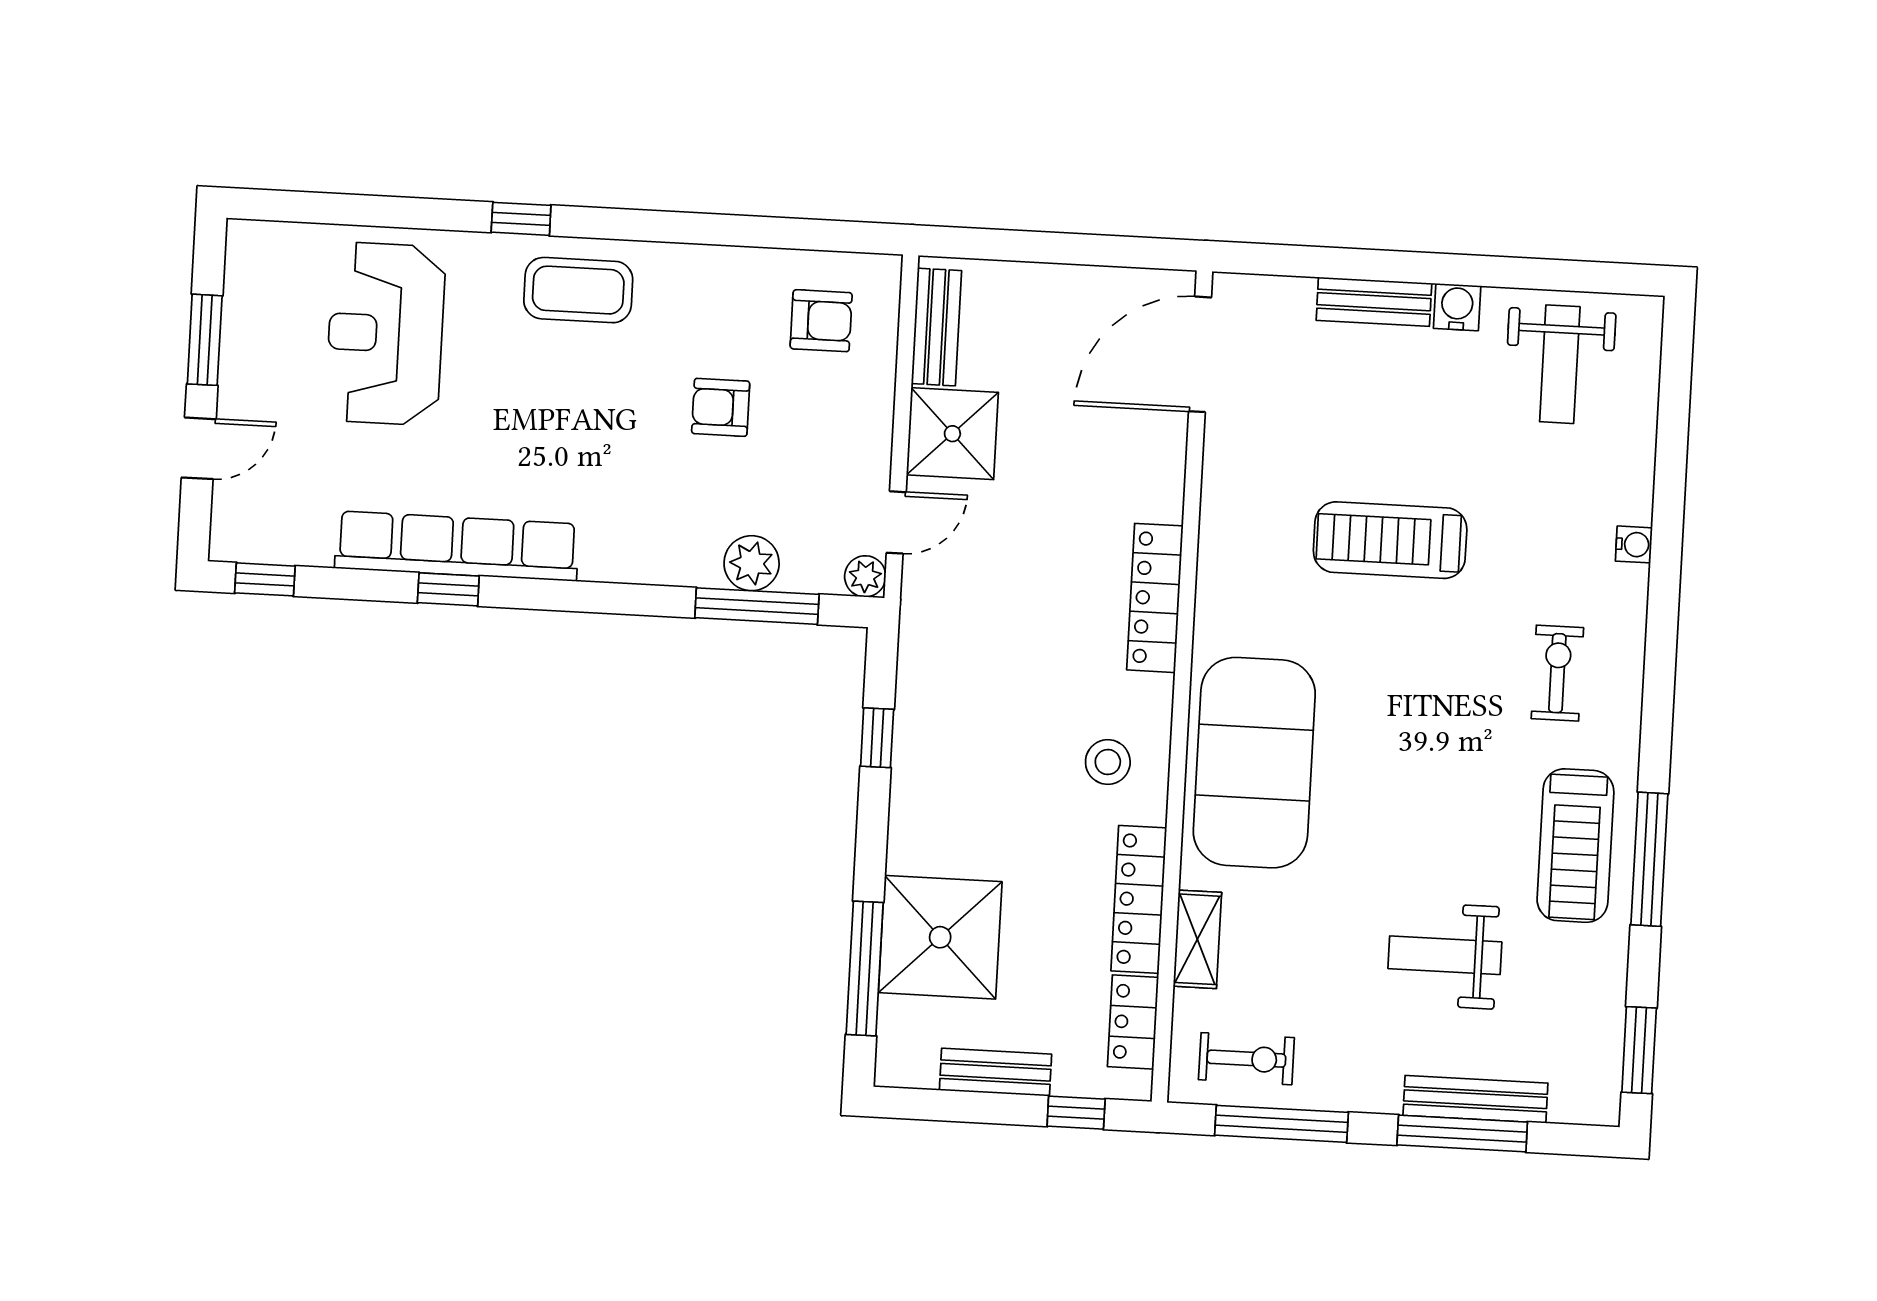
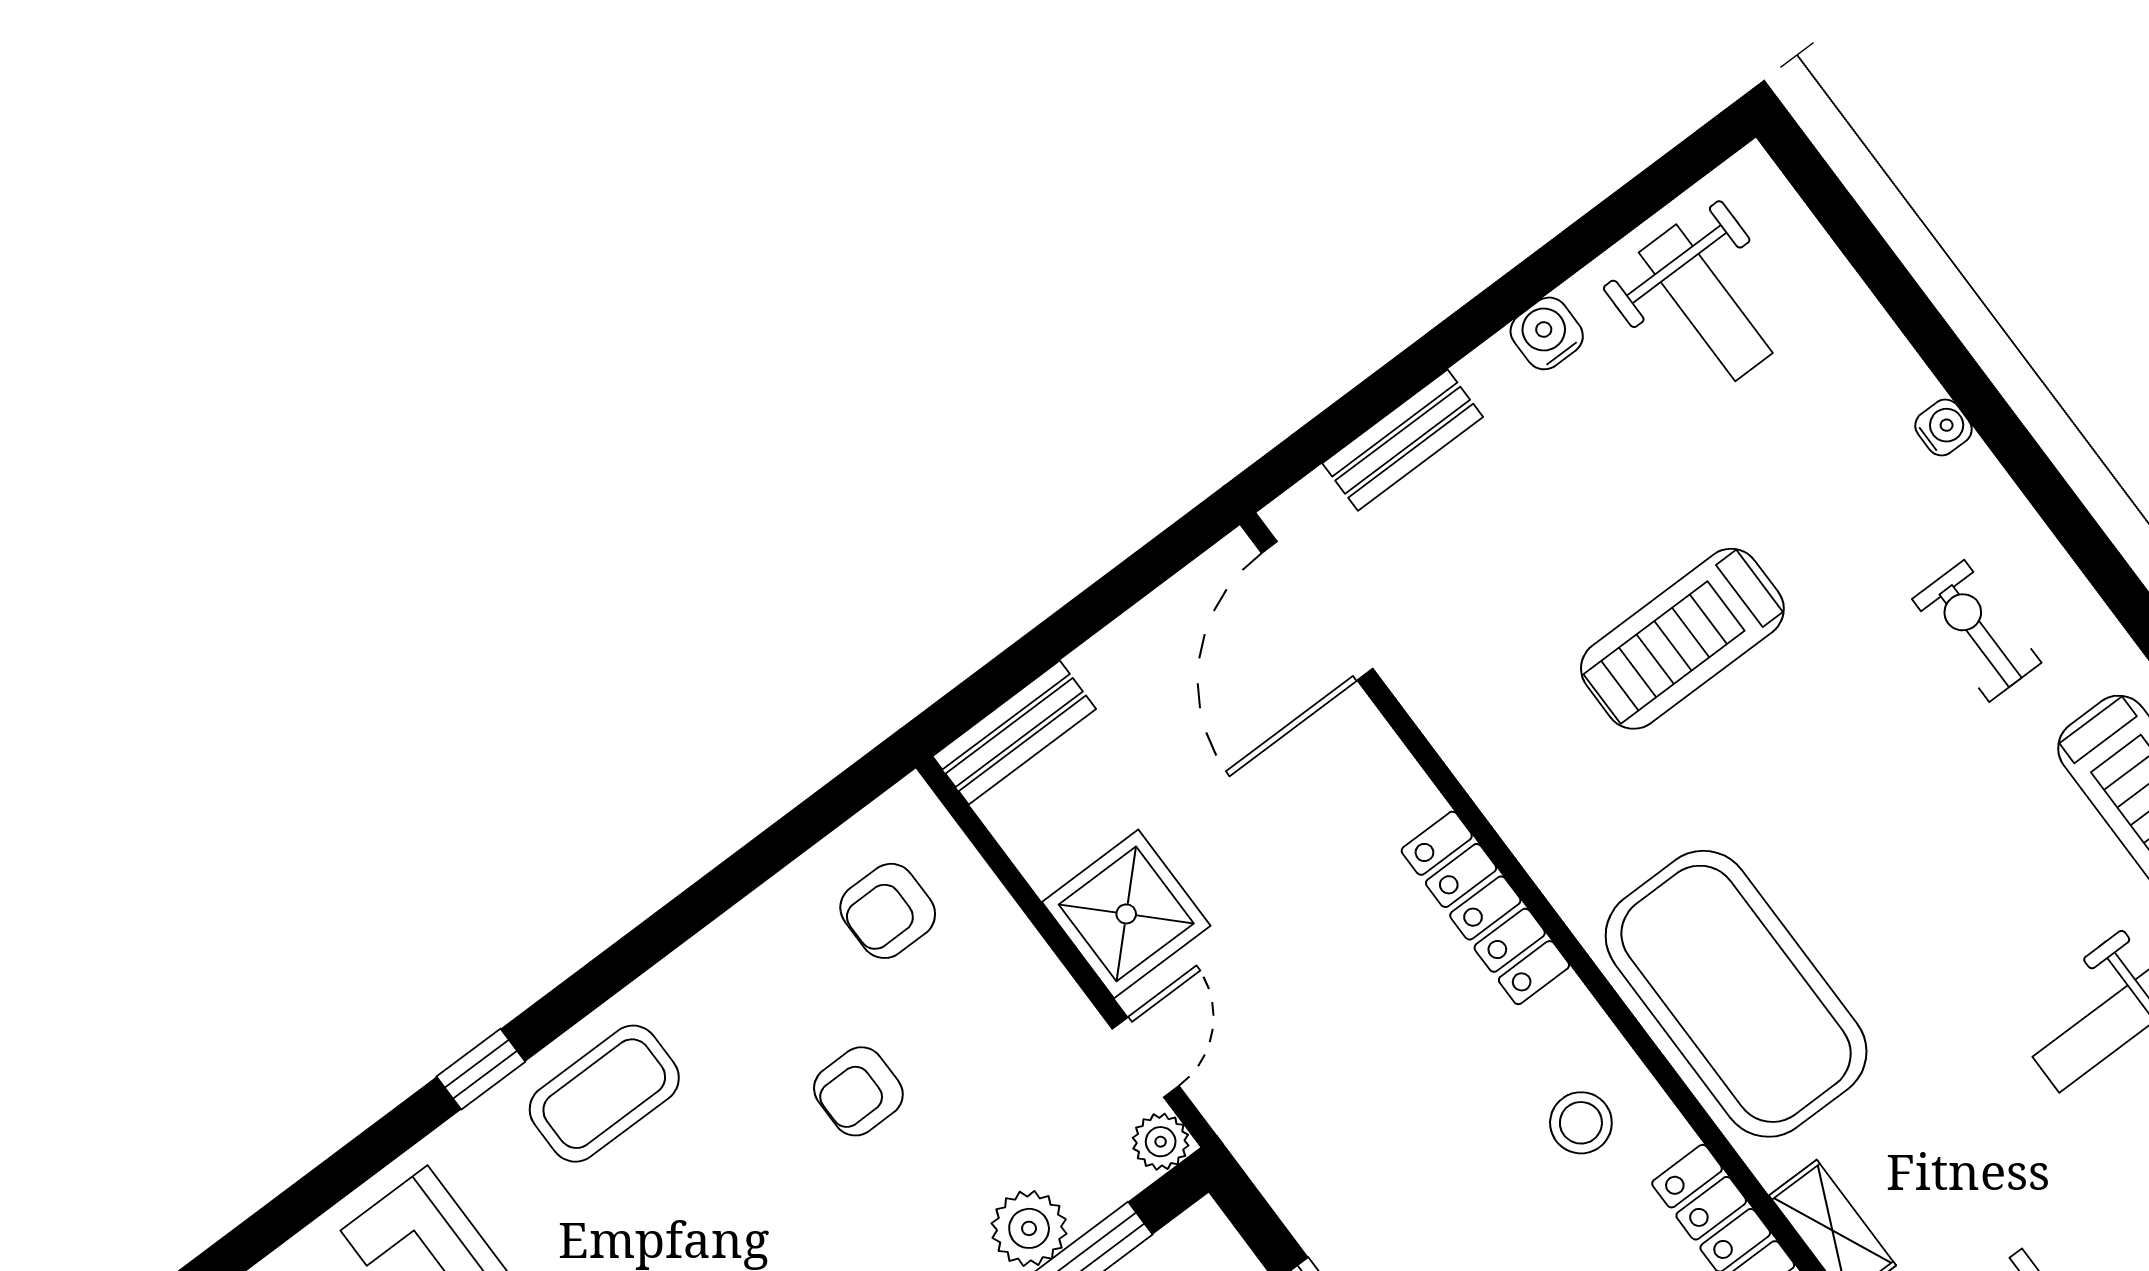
bench: (1374, 302) -> (1403, 440), moved
armchair: (821, 321) -> (888, 911), turned 180
bench: (936, 327) -> (1014, 733), moved, turned 90

